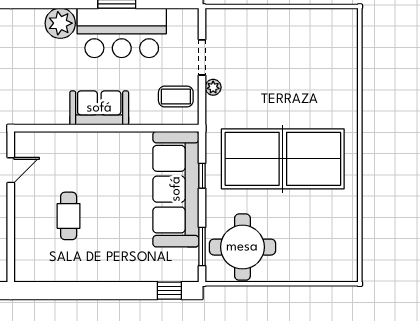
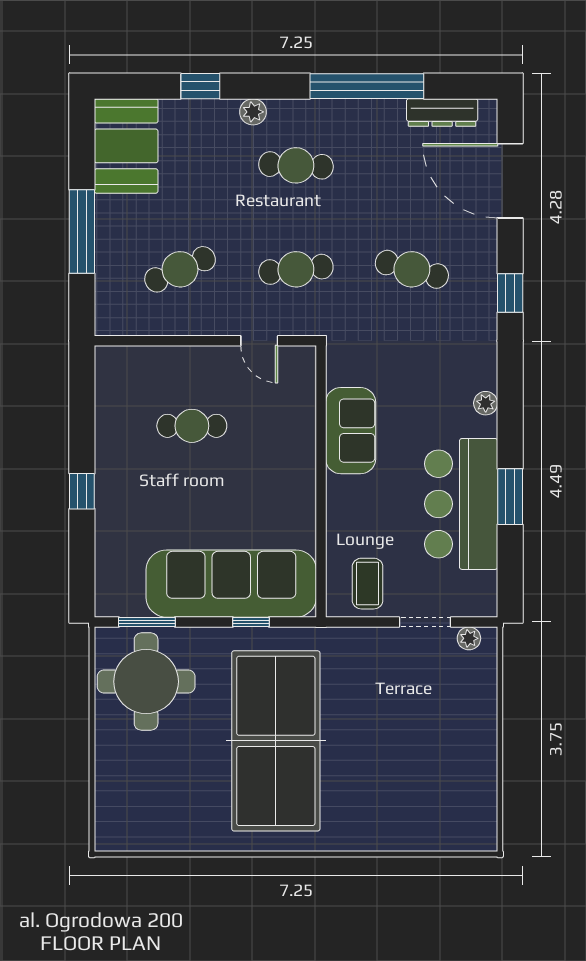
plant: (60, 23) -> (486, 403), width x0.53, depth x0.53
plant: (213, 87) -> (469, 638), moved
sofa: (99, 108) -> (351, 431), moved
window: (169, 291) -> (82, 491), moved

